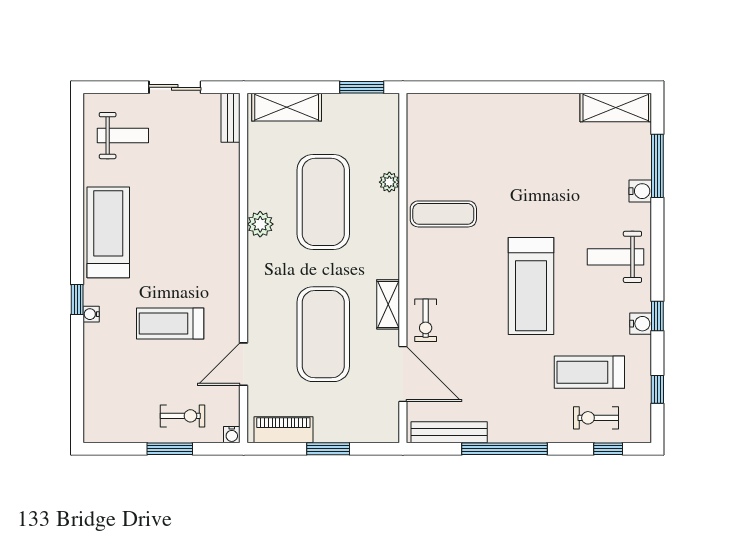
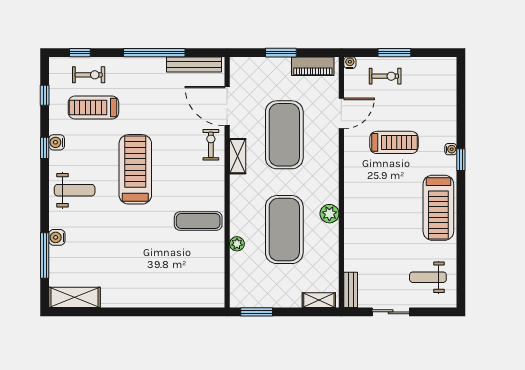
shelving: (287, 107) -> (319, 300), width x0.67, depth x0.75
treadmill: (589, 372) -> (93, 107), turned 180
exercise bike: (183, 416) -> (385, 76), turned 180

